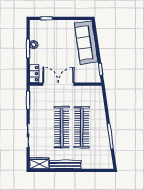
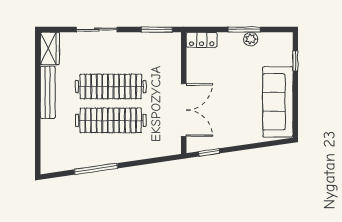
sofa: (86, 43) -> (278, 102), moved, turned -82
double door: (58, 84) -> (184, 110), moved

